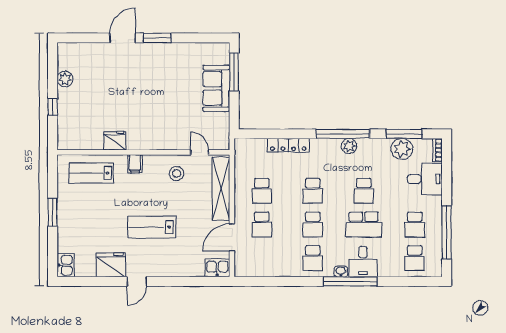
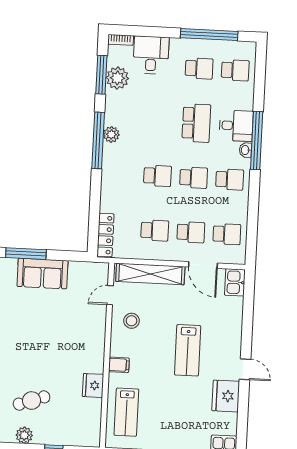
cafe table: (98, 84) -> (32, 401), added
locker: (288, 145) -> (106, 235), moved
school desk: (364, 191) -> (227, 234), moved

